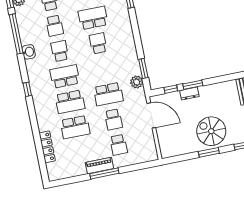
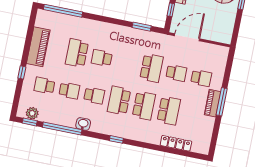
school desk: (60, 51) -> (94, 96), turned 180
plant: (137, 82) -> (151, 38), removed

